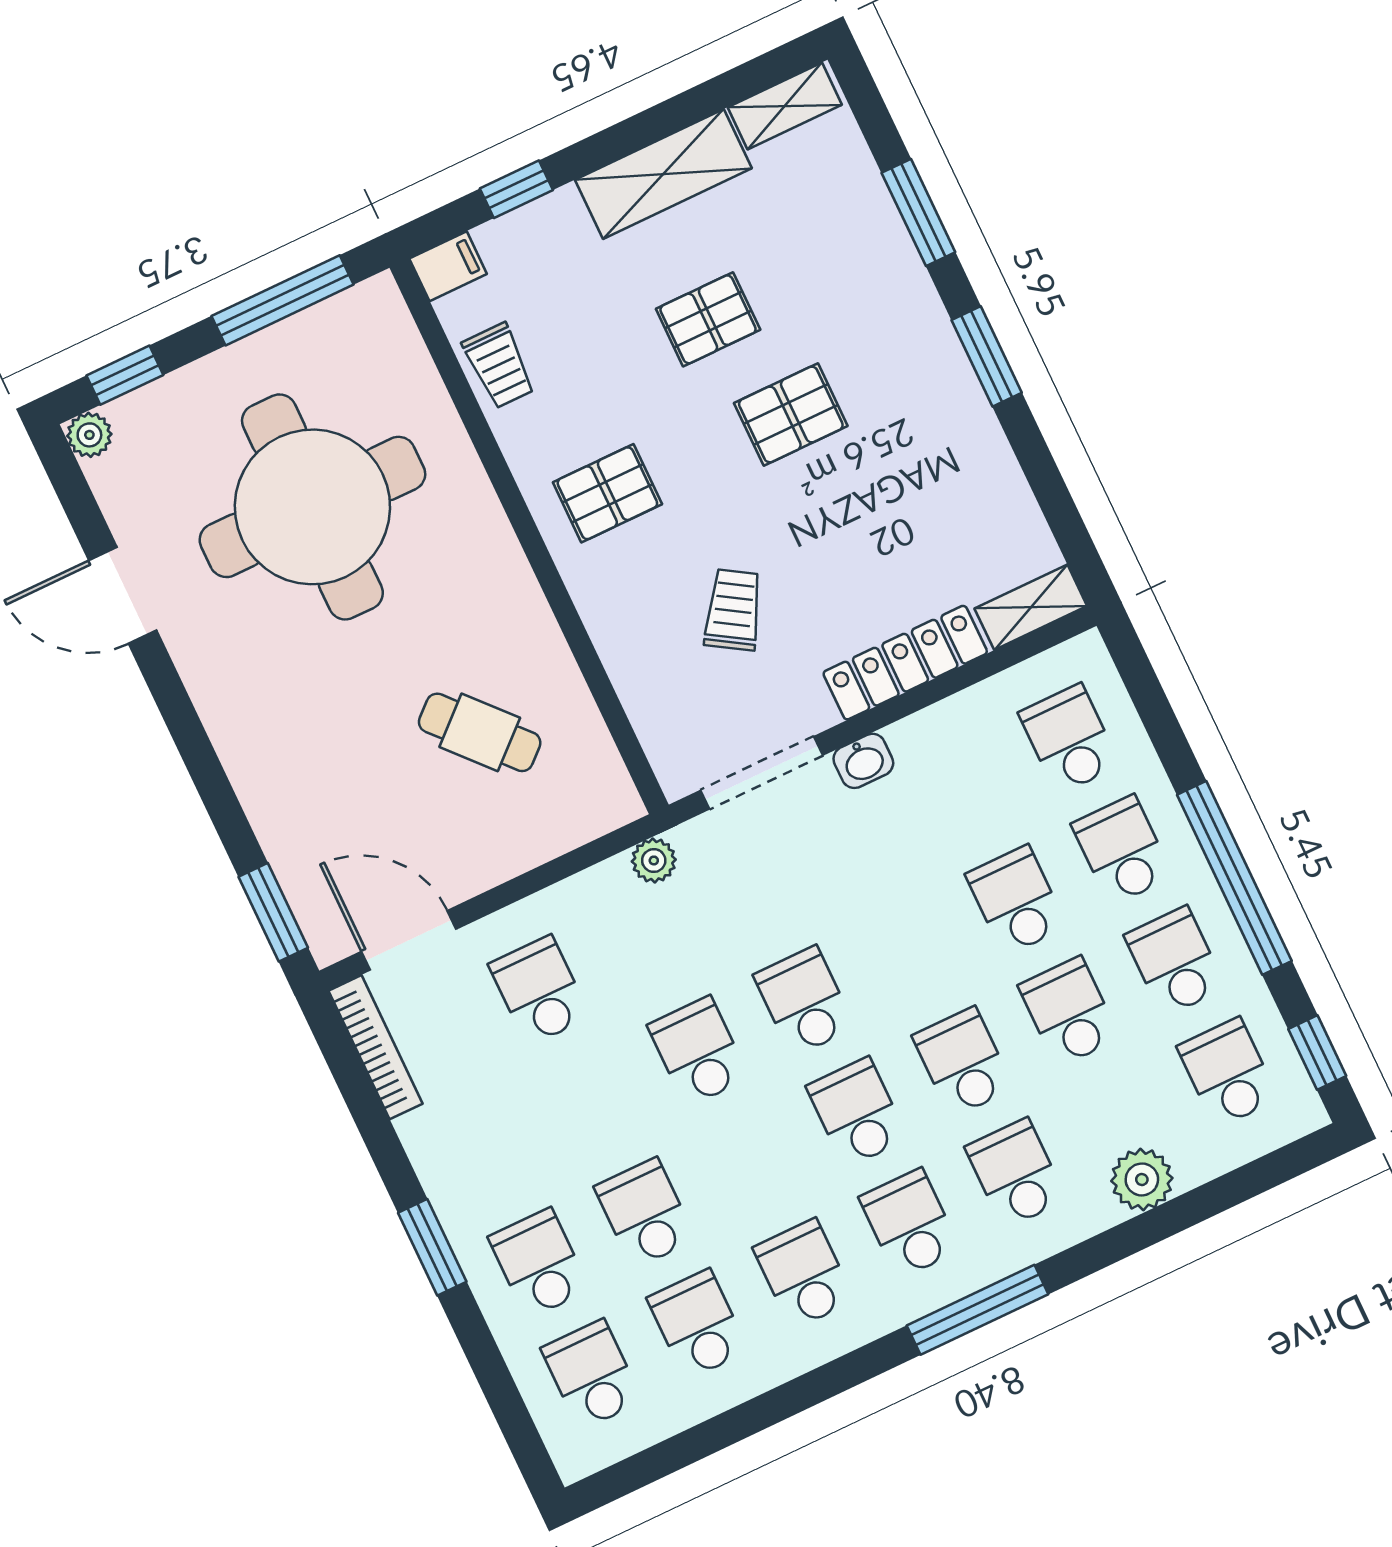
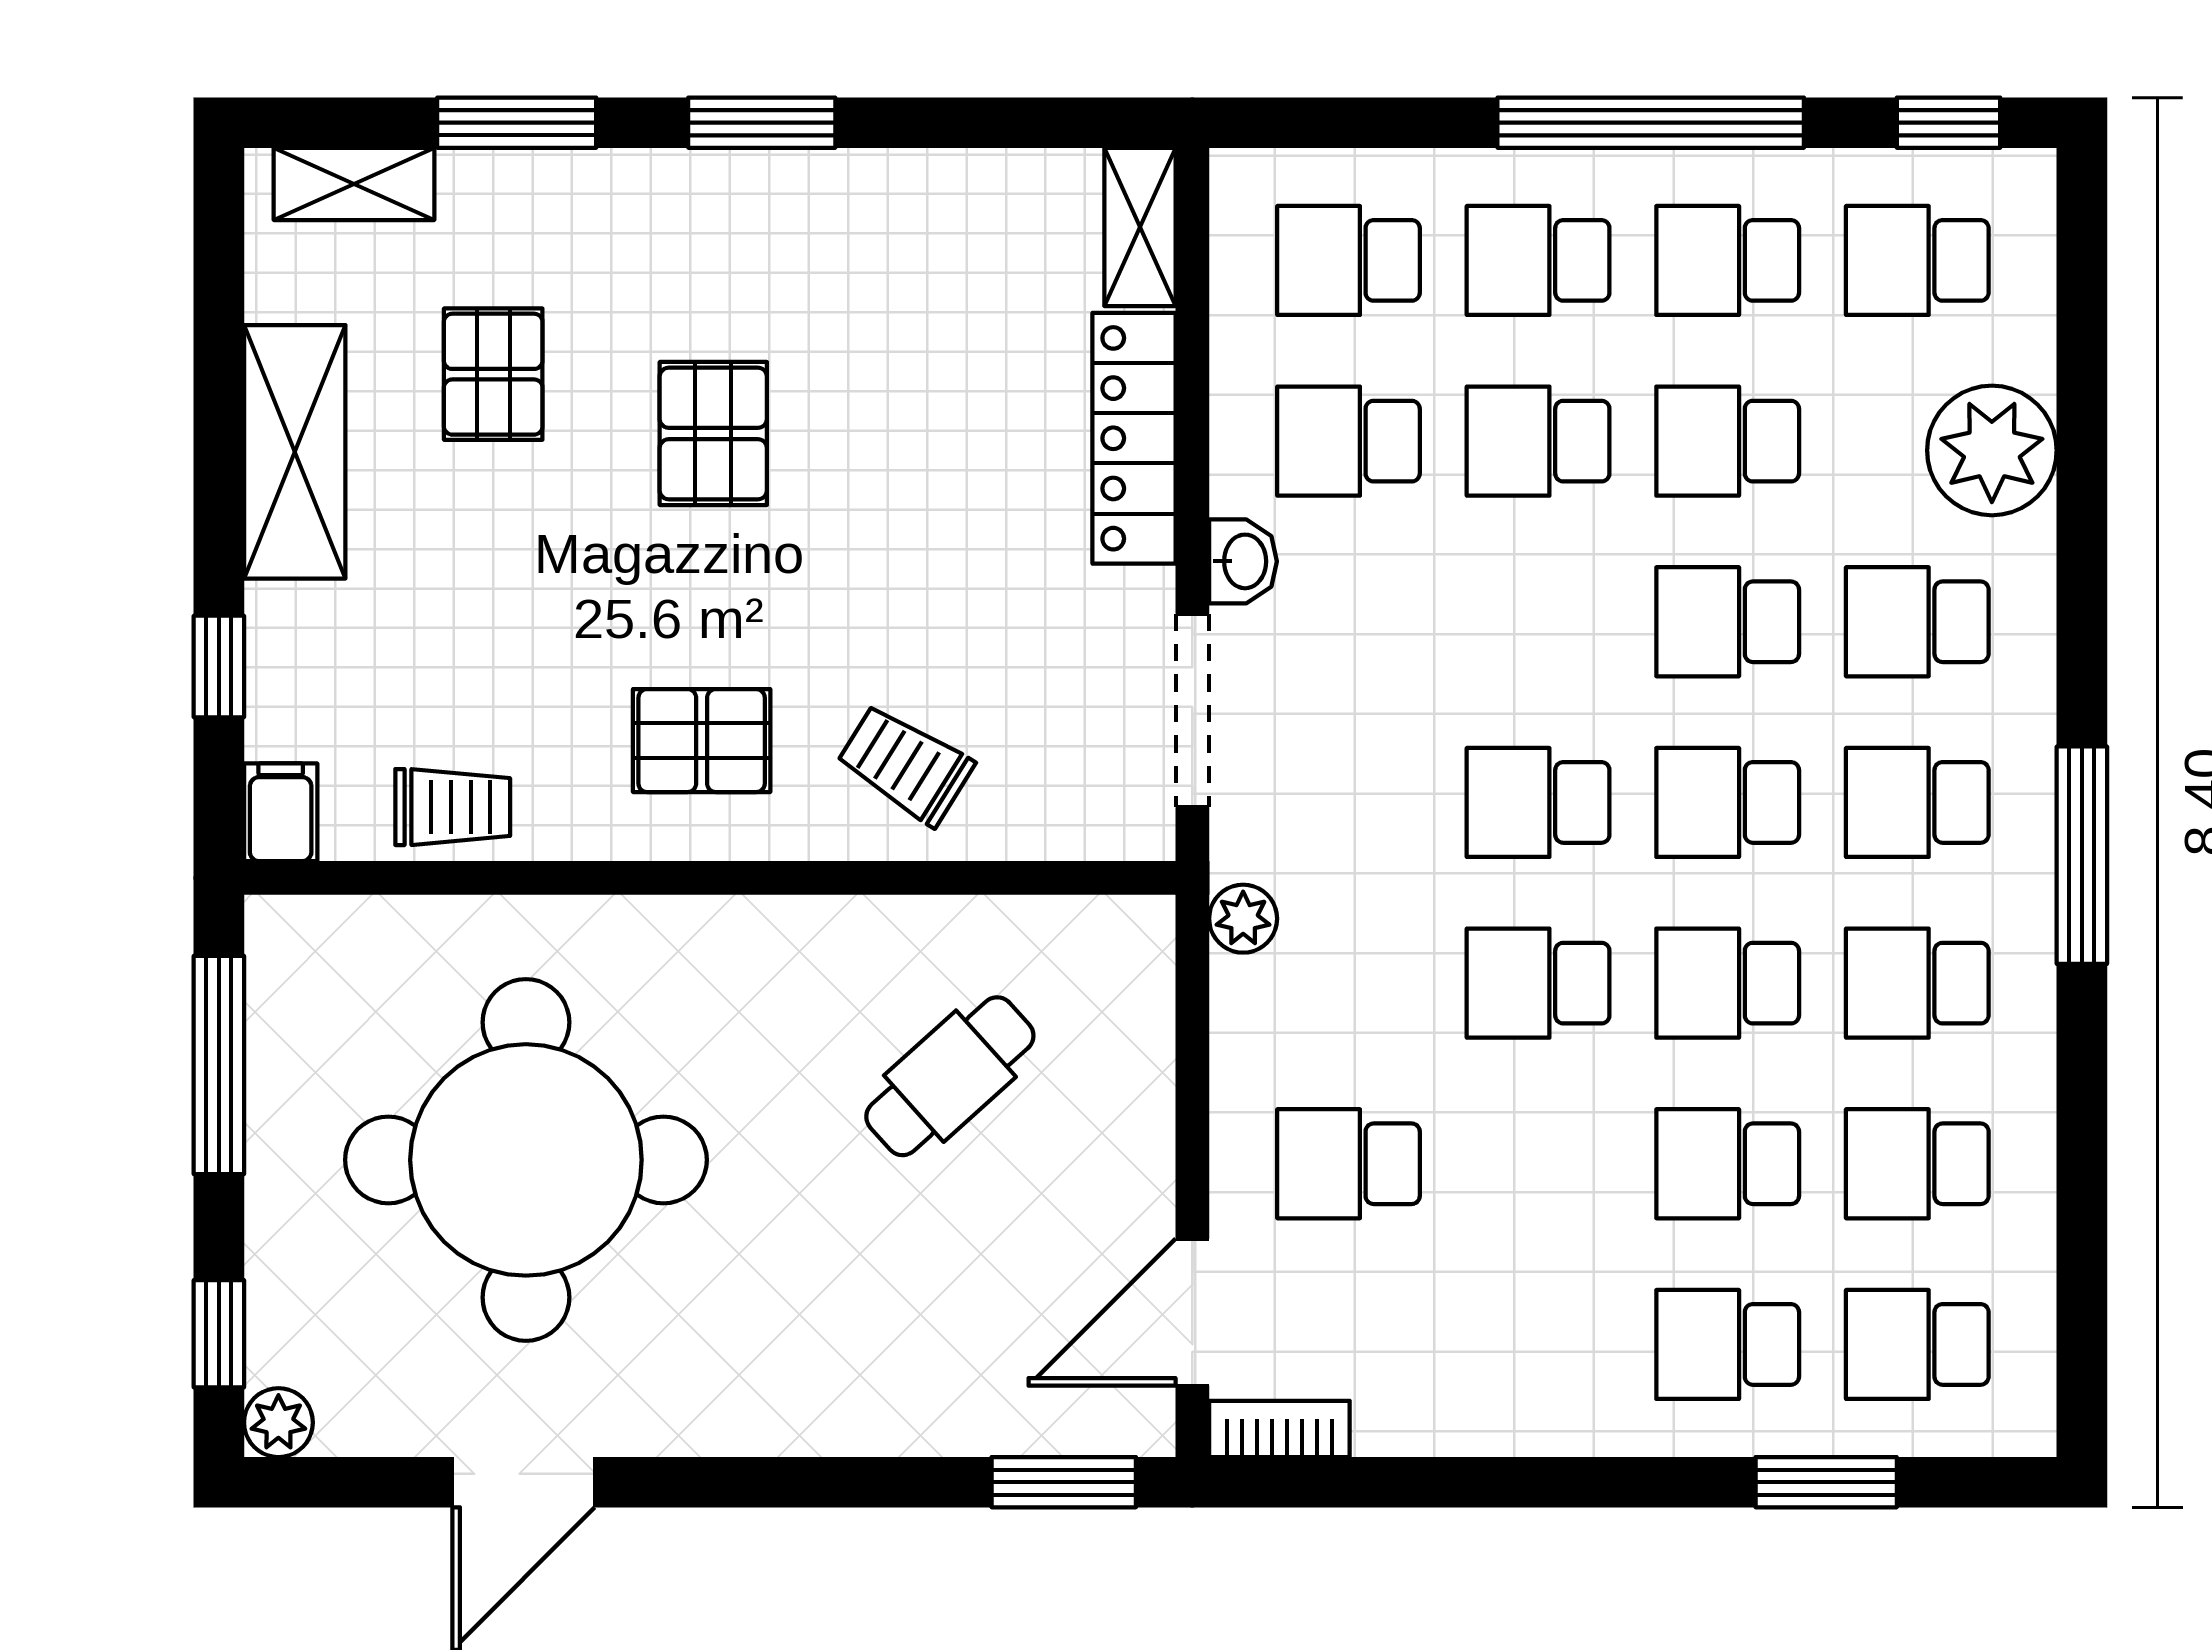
shelving: (785, 106) -> (354, 184), moved, turned 90
pallet: (708, 319) -> (493, 374), moved
pallet: (607, 493) -> (702, 741), turned 90
trolley: (733, 610) -> (905, 765), moved
school desk: (963, 789) -> (1348, 441), added
bookcase: (376, 1047) -> (1279, 1429), width x0.64
school desk: (751, 1163) -> (1728, 983), added
plant: (1142, 1179) -> (1992, 450), width x1.36, depth x1.36
window: (432, 1247) -> (1826, 1482), moved
window: (977, 1310) -> (2082, 855), moved

